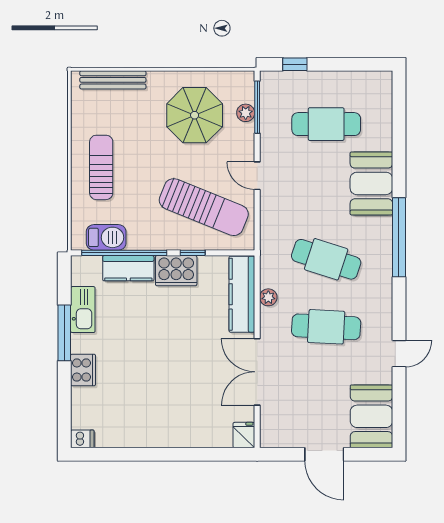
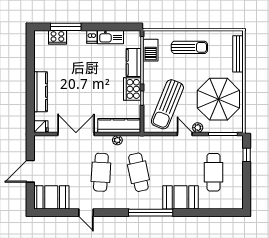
plant: (246, 113) -> (198, 128), moved
parasol: (195, 115) -> (218, 99), width x1.36, depth x1.36
door: (257, 176) -> (185, 134), hinge flipped
cafe table: (326, 259) -> (138, 172), turned -30
window: (64, 333) -> (66, 27), moved
cooker: (83, 370) -> (57, 37), moved
kitchen counter: (181, 436) -> (40, 92), added
dishwasher: (82, 439) -> (92, 37), moved

